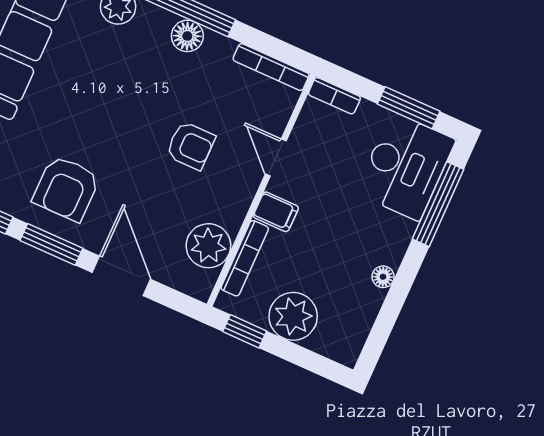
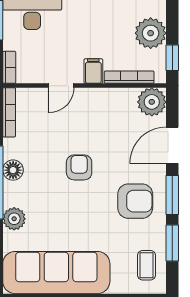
armchair: (191, 146) -> (79, 167), moved
plant: (208, 246) -> (152, 102), moved

